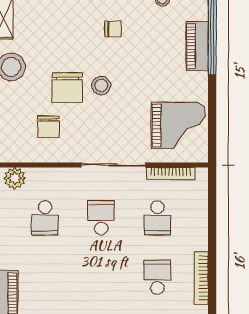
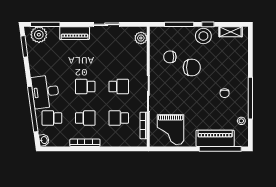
piano: (197, 46) -> (215, 138), width x1.37, depth x1.33
stool: (101, 86) -> (193, 87), removed
chair: (67, 88) -> (192, 67), turned 180
school desk: (45, 218) -> (85, 87), moved

